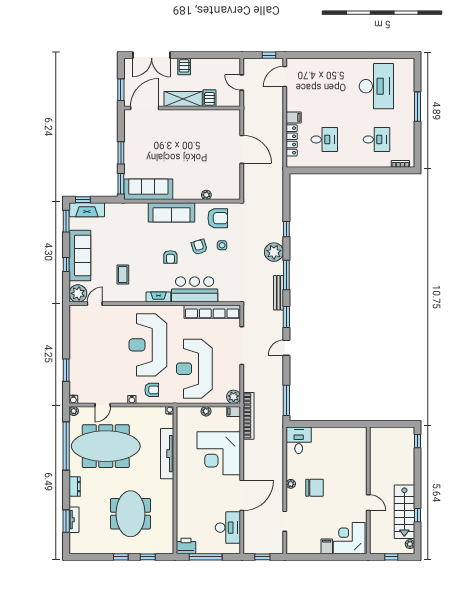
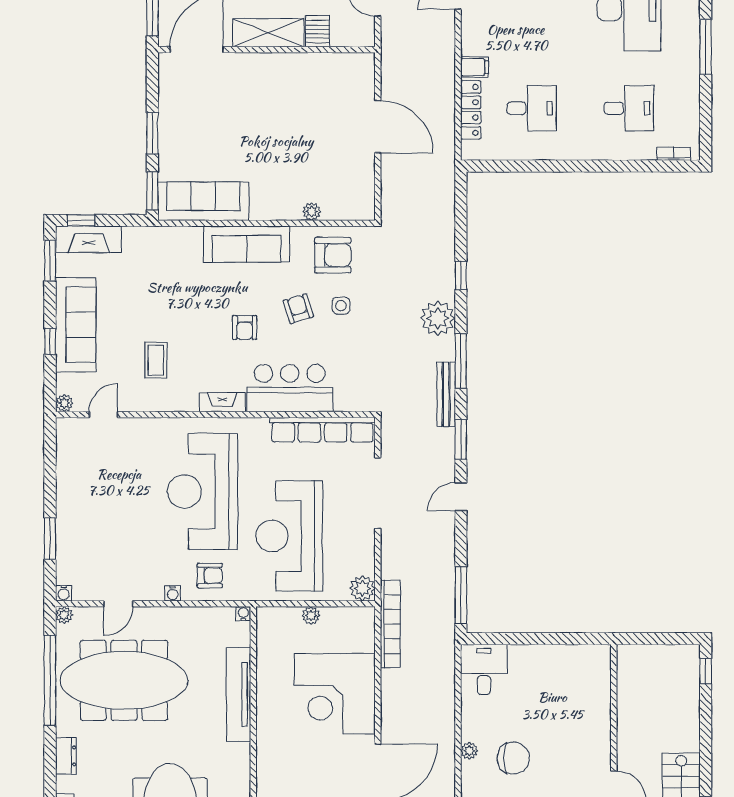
plant: (78, 293) -> (64, 403), width x0.53, depth x0.53
filing cabinet: (234, 412) -> (363, 616), removed

